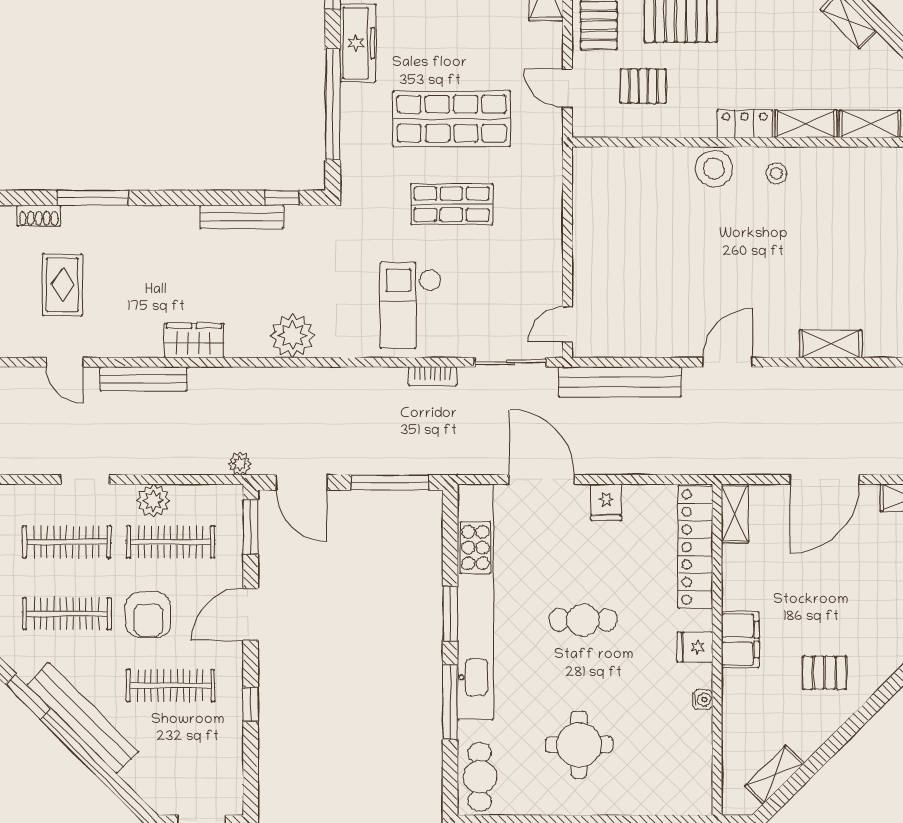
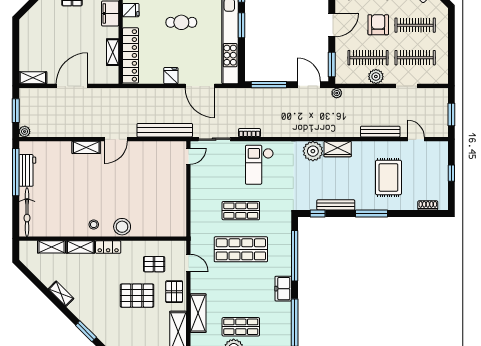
freezer: (358, 43) -> (283, 289), width x0.71
window: (93, 198) -> (371, 213), moved
rug: (62, 285) -> (388, 177), moved, width x1.36, depth x1.43
checkout: (411, 305) -> (259, 165), turned 180
wardrobe: (194, 340) -> (338, 149), moved
shelving: (831, 344) -> (86, 147), moved
shelving: (735, 514) -> (113, 52), moved

